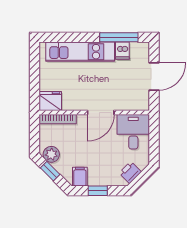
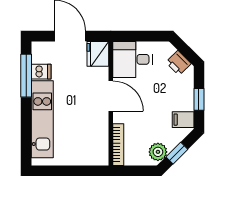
fridge: (50, 101) -> (98, 54), moved

